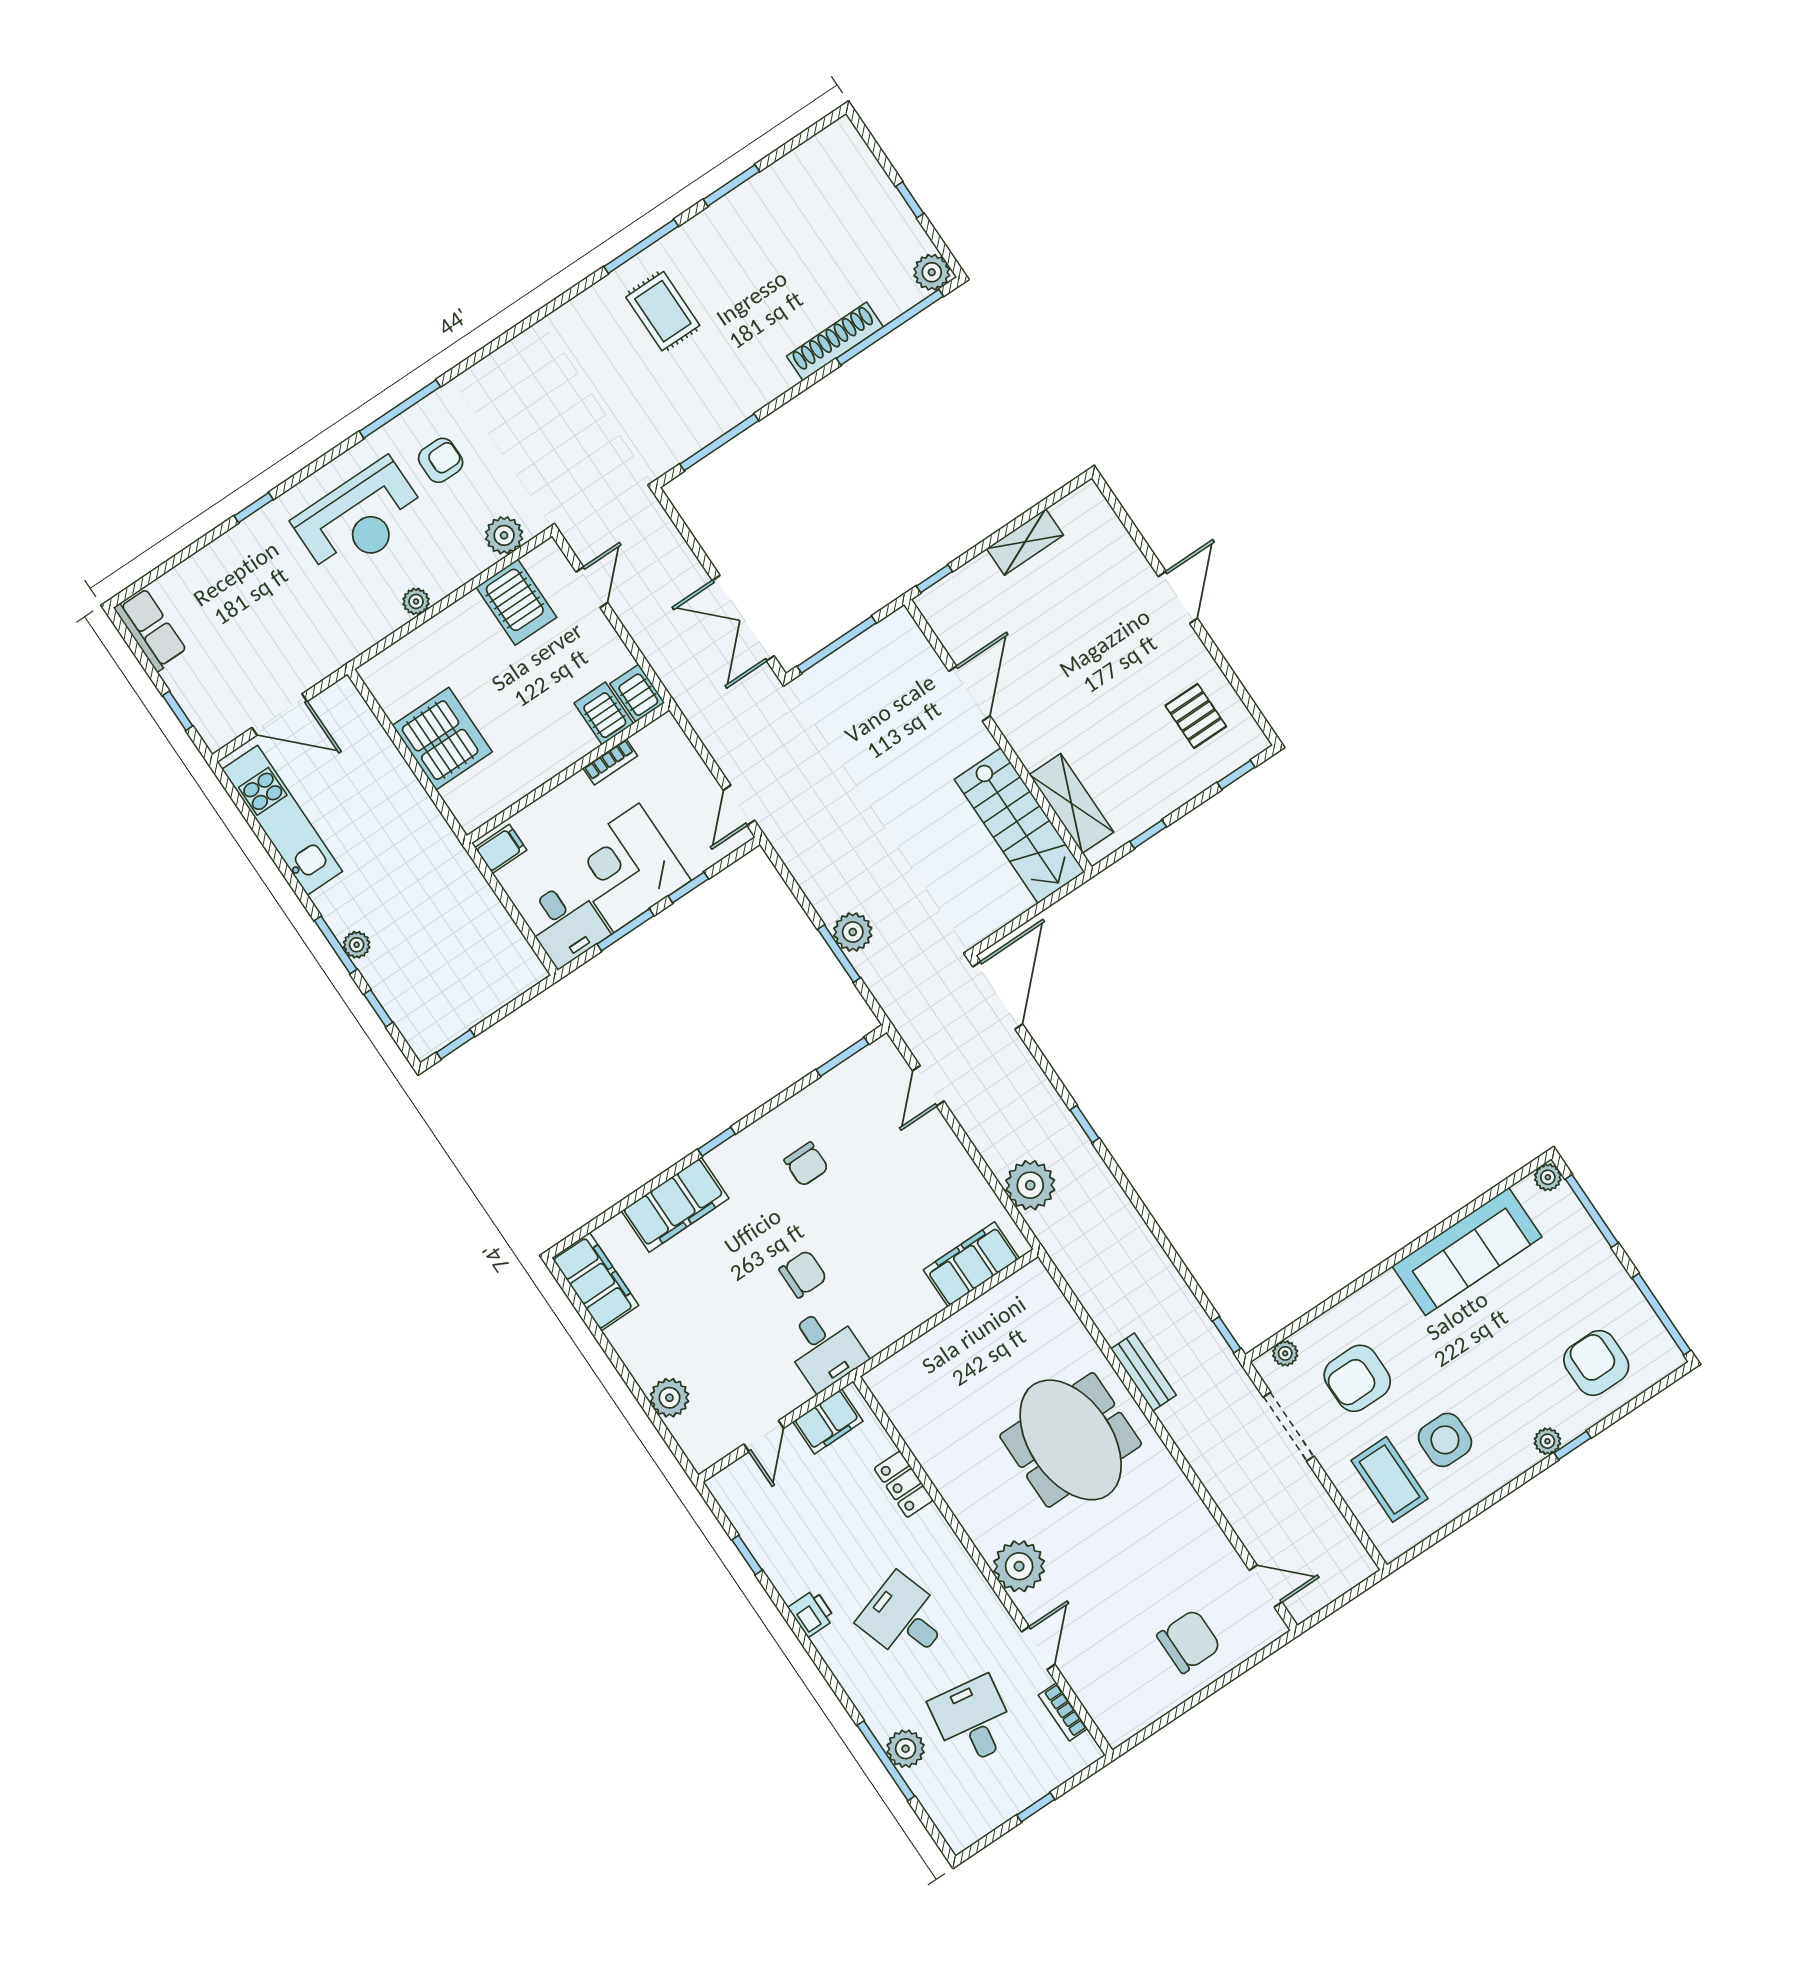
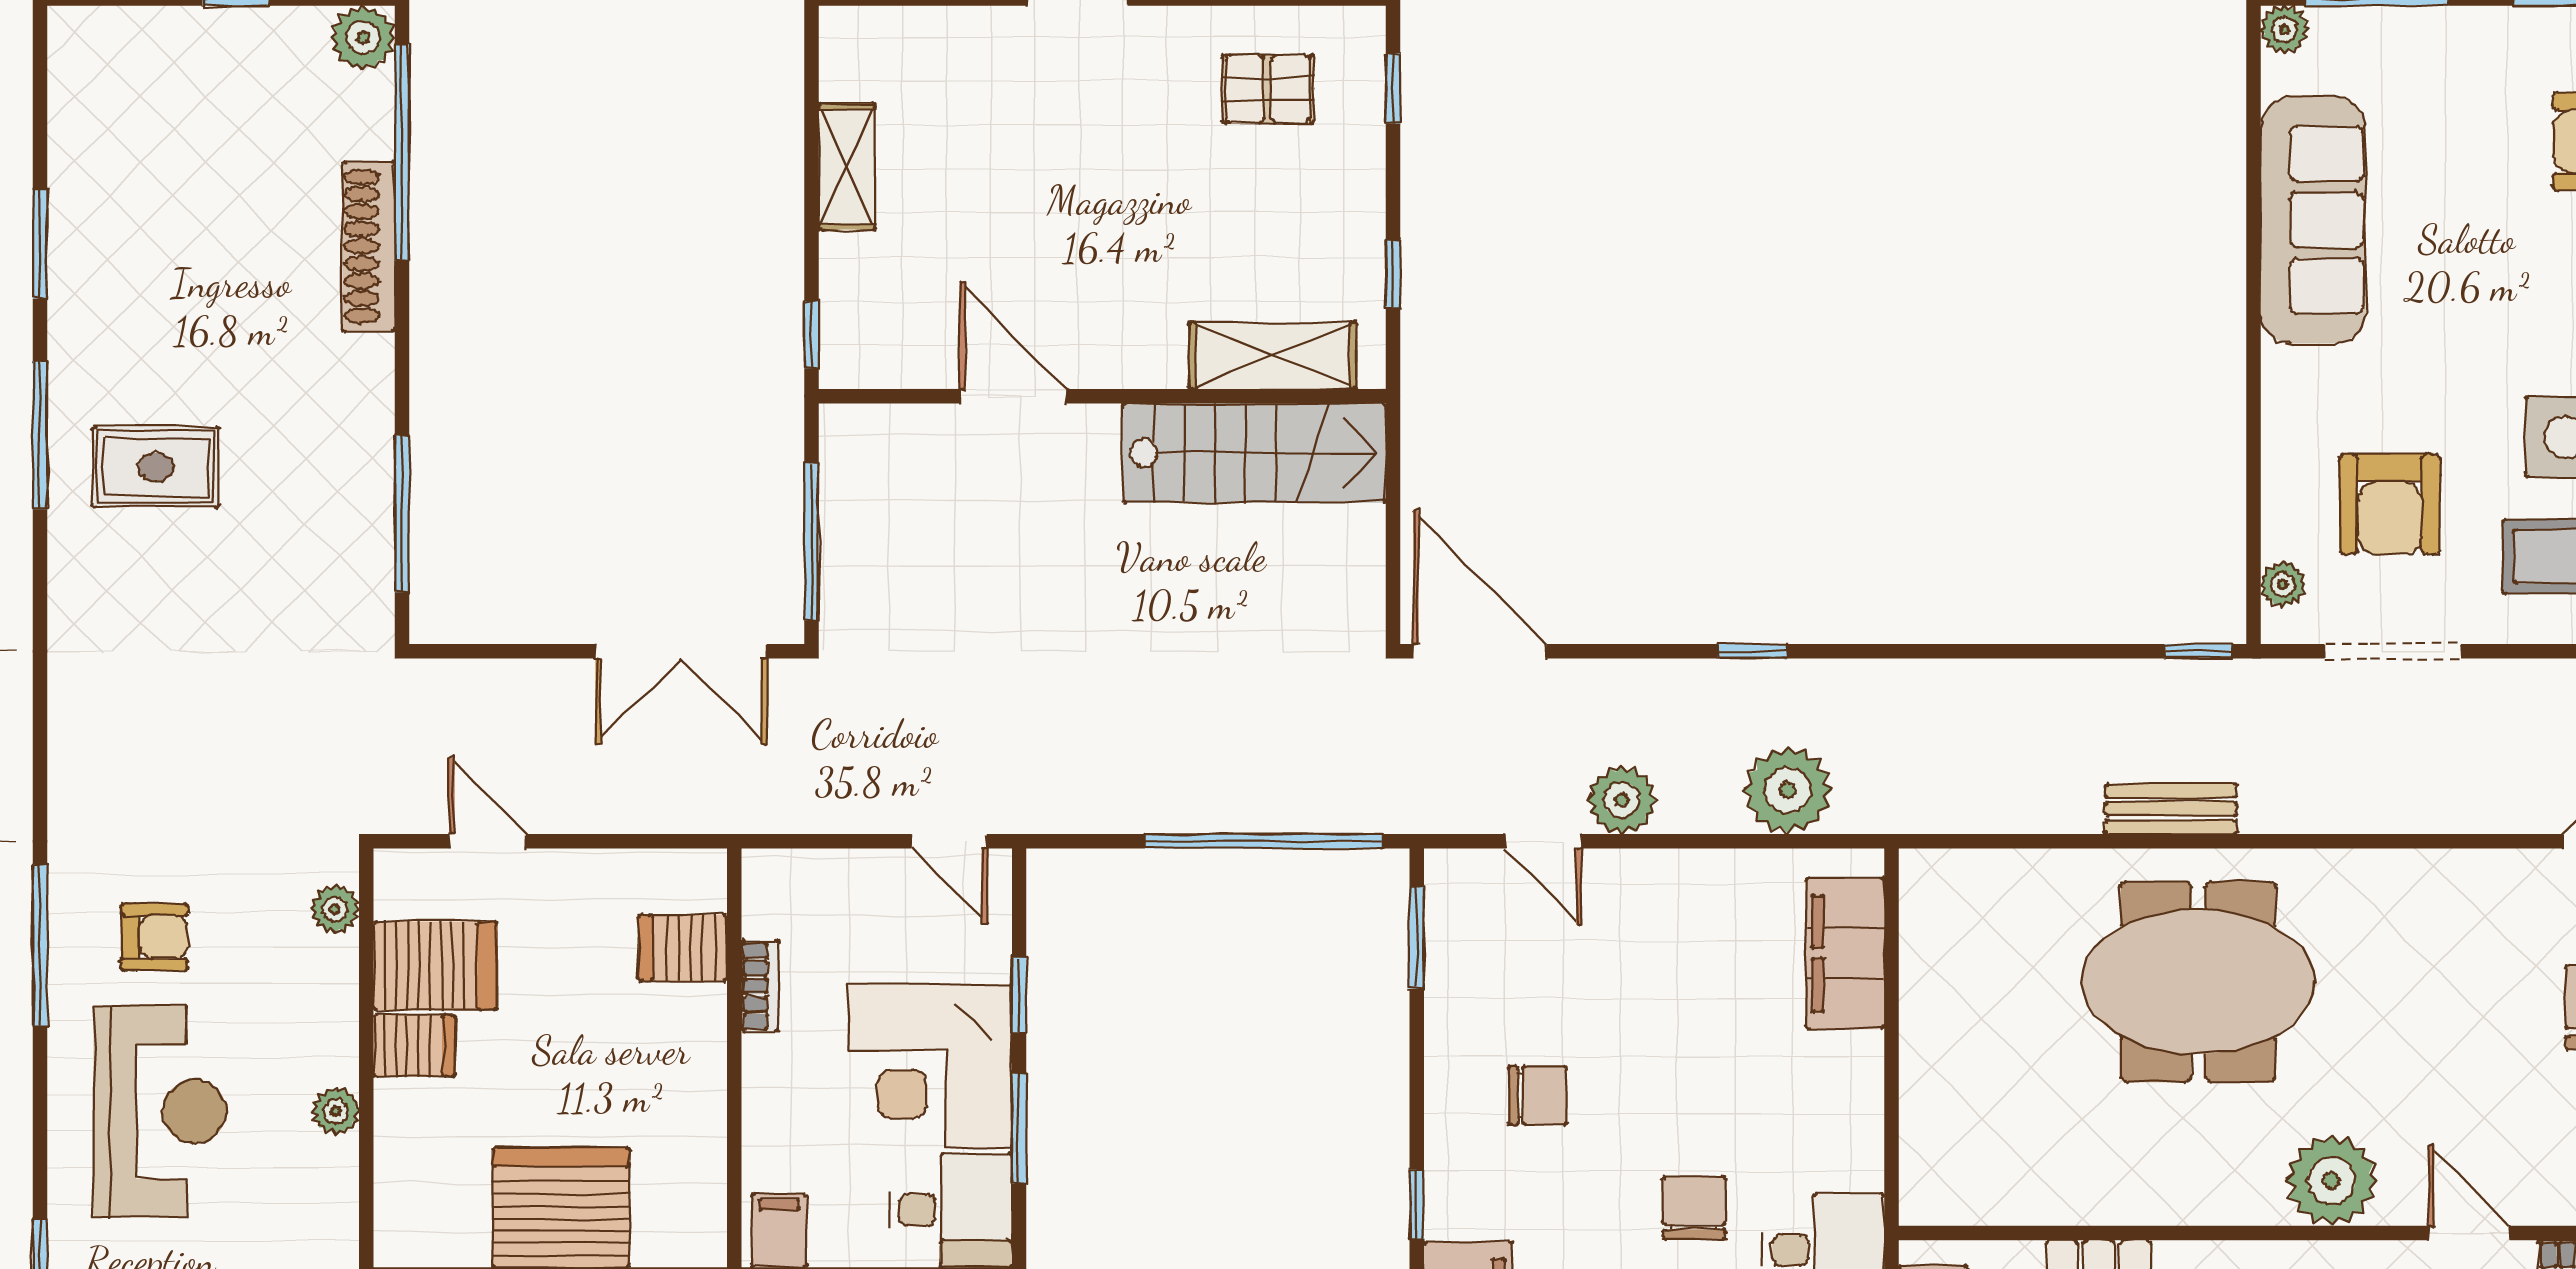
armchair: (441, 460) -> (155, 937), turned 90
plant: (504, 535) -> (335, 909), width x0.73, depth x0.73
server rack: (637, 693) -> (414, 1046), moved, turned 180
plant: (853, 932) -> (1622, 800), moved
window: (839, 954) -> (1263, 841), width x2.11

